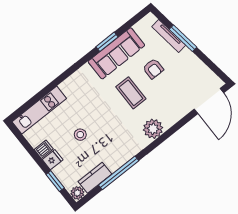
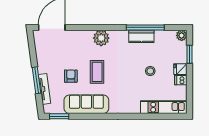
window: (107, 42) -> (59, 116), moved
kitchen counter: (95, 178) -> (141, 36), moved

